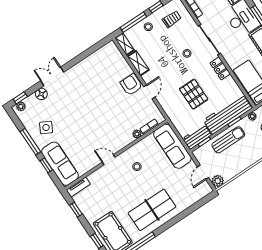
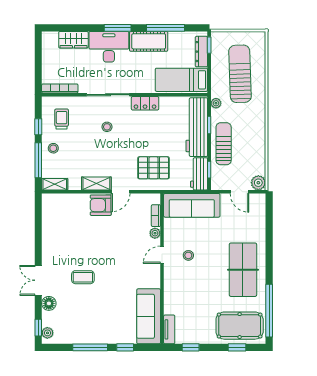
shelving: (138, 63) -> (96, 183), moved
door: (149, 92) -> (120, 192), swing flipped
pallet: (194, 94) -> (154, 168), moved
coffee table: (75, 105) -> (83, 277), added
side table: (46, 128) -> (86, 322), removed
door: (109, 160) -> (162, 255), moved
sofa: (60, 164) -> (149, 316), moved, turned -90

